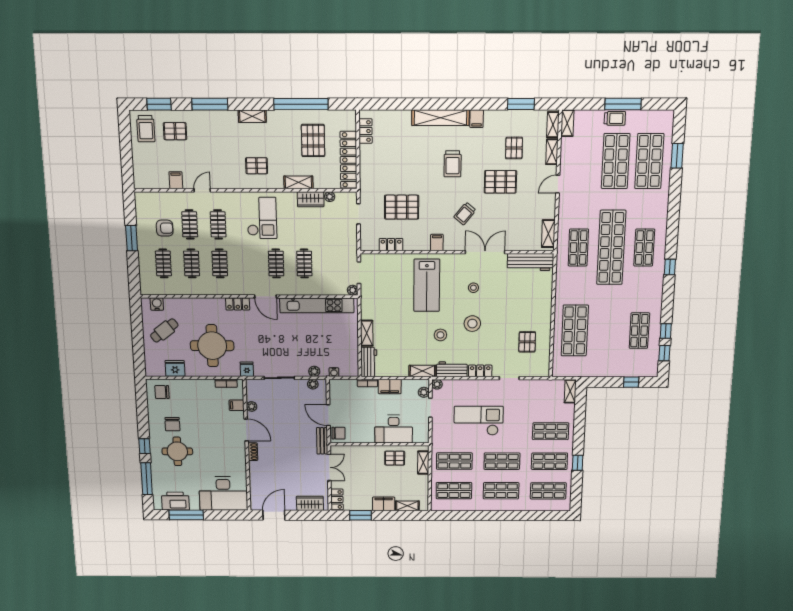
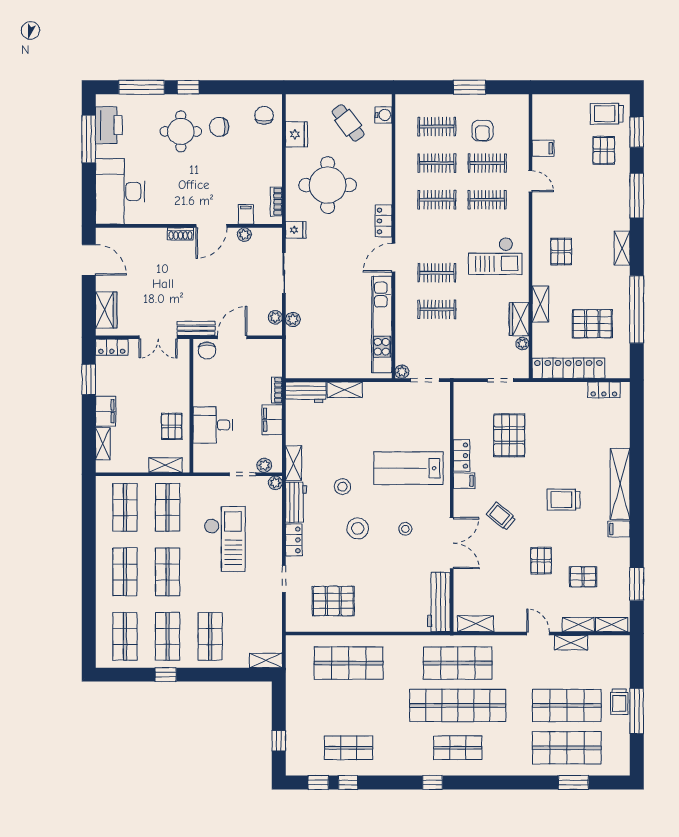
shelving: (567, 123) -> (571, 643), moved
pallet: (500, 182) -> (541, 561), width x0.67, depth x0.71
locker: (391, 245) -> (461, 456), moved
shop shelf: (578, 248) -> (458, 663), width x1.43, depth x1.36
pallet: (527, 342) -> (333, 601), width x1.50, depth x1.42
water cooler: (334, 372) -> (292, 346), removed
desk: (394, 429) -> (213, 425), width x0.73

